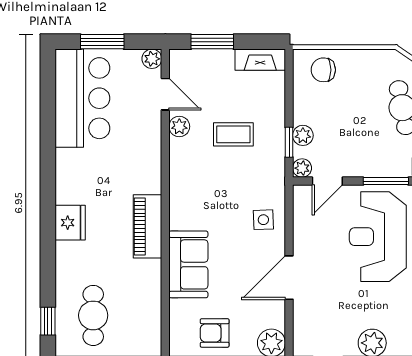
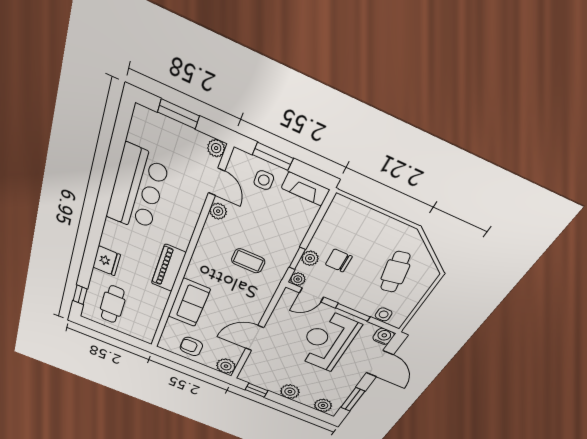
chair: (323, 70) -> (339, 260), moved
bar counter: (82, 98) -> (137, 190), moved
coffee table: (233, 134) -> (248, 261), moved
side table: (263, 220) -> (264, 180), moved
fridge: (70, 223) -> (107, 261), moved

